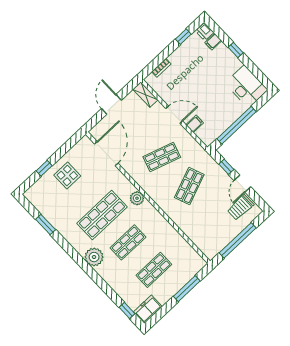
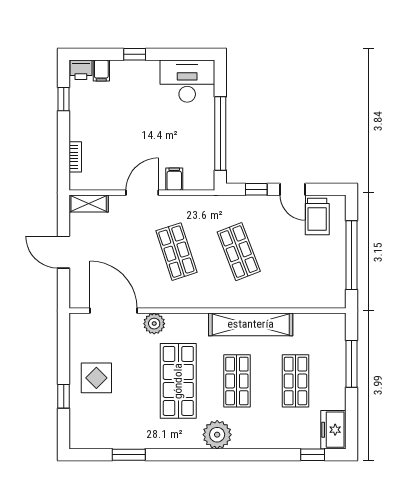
shop shelf: (162, 157) -> (176, 252), turned -36
plant: (137, 198) -> (154, 324), moved
shelving: (161, 224) -> (251, 324), added

